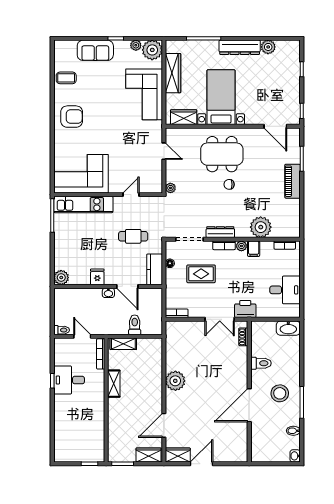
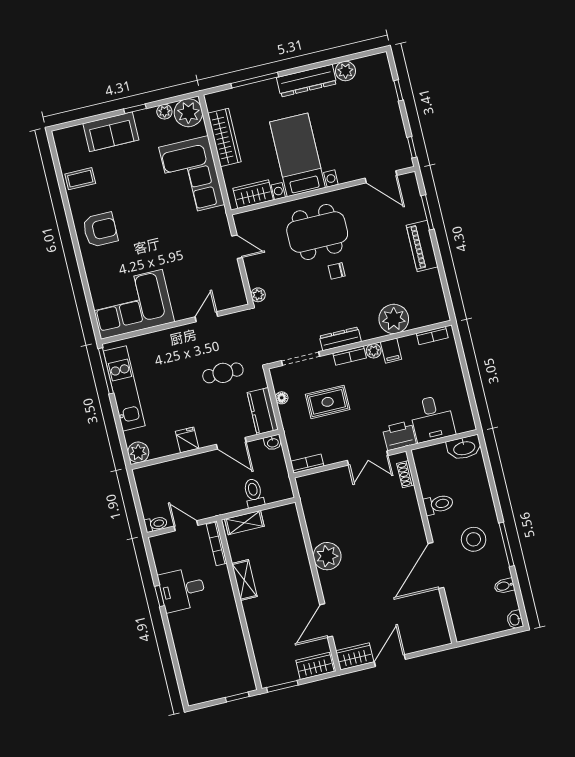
kitchen unit: (83, 204) -> (124, 388), moved, turned -90
desk: (285, 290) -> (432, 419), moved, turned 90
washbasin: (108, 293) -> (273, 442), moved

